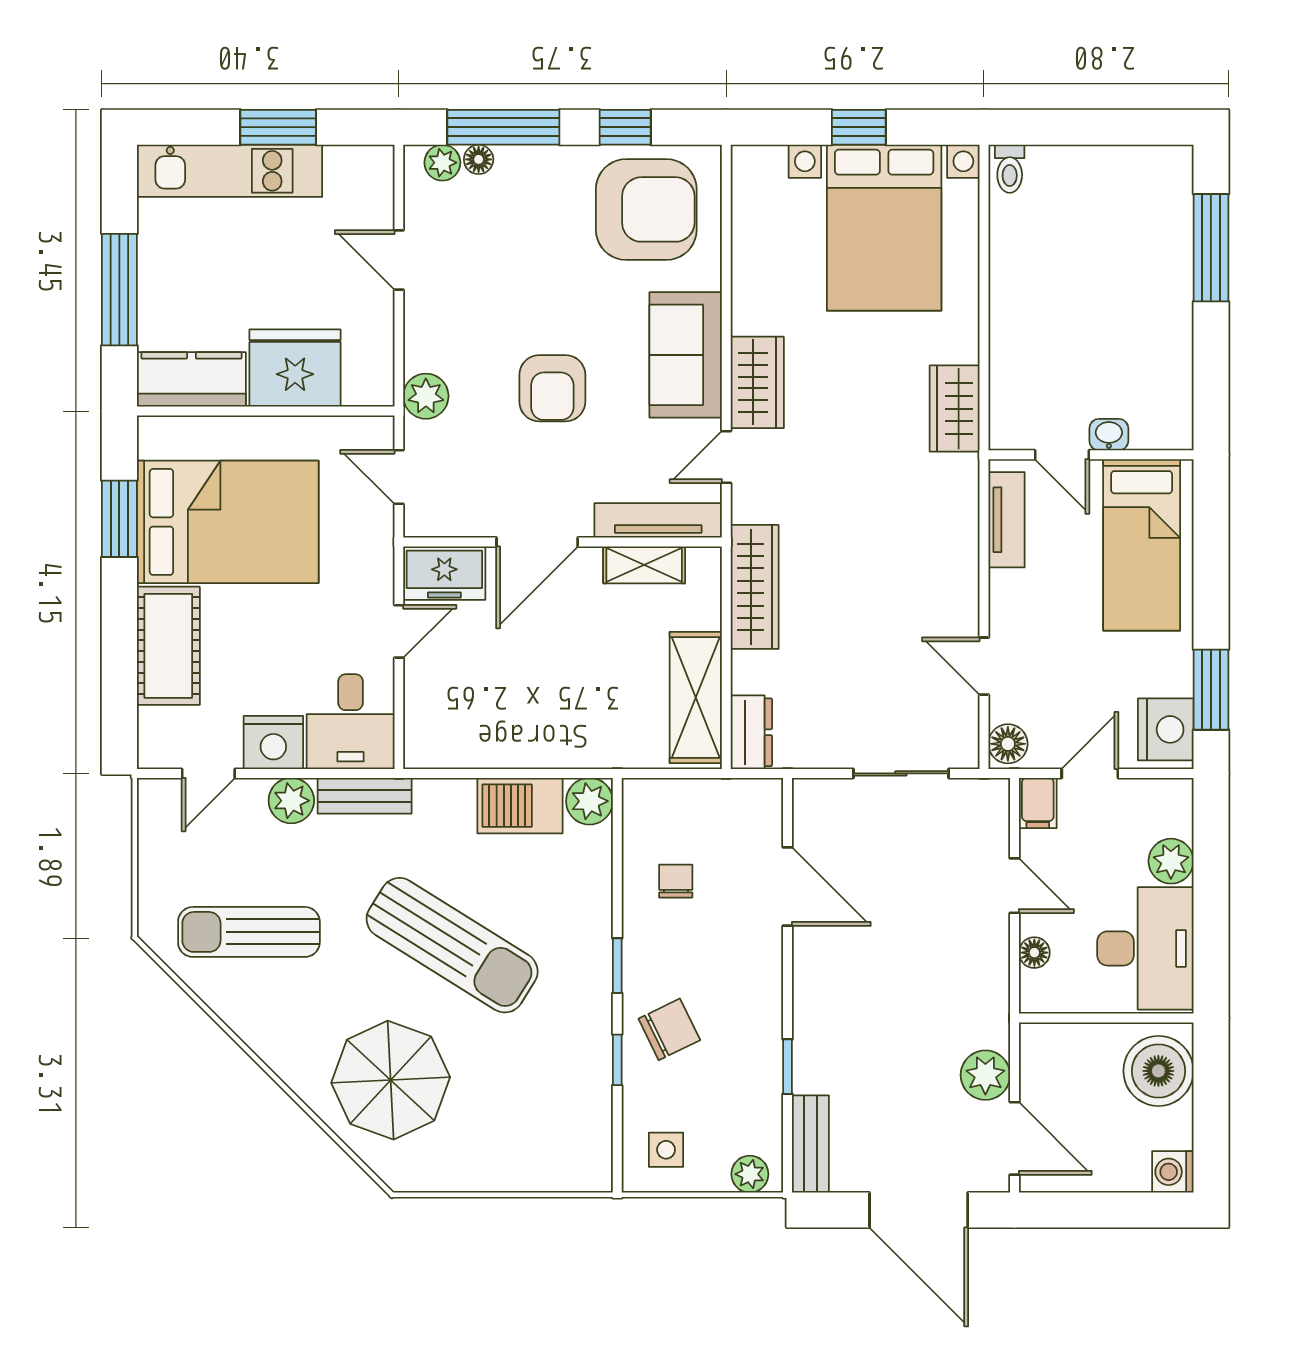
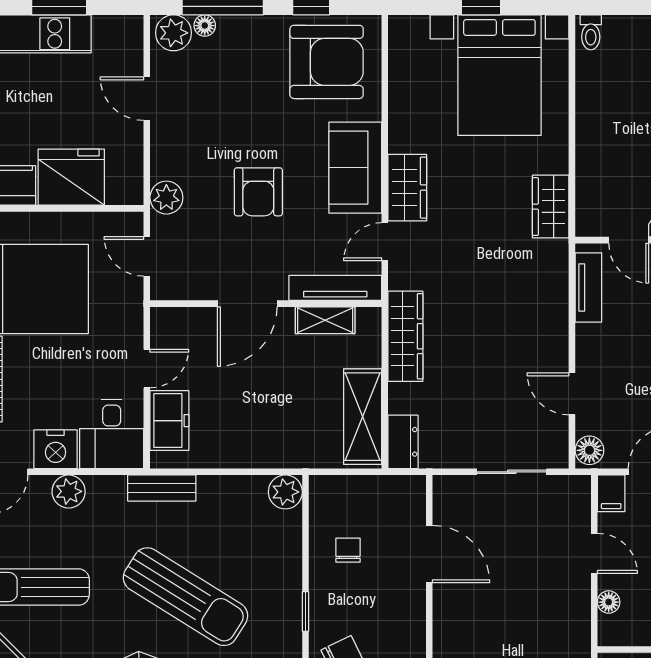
plant: (442, 163) -> (173, 33), width x1.38, depth x1.38
freezer: (444, 573) -> (169, 421), moved, turned -90
bench: (365, 796) -> (162, 488), moved
barbecue: (520, 806) -> (235, 495), removed

